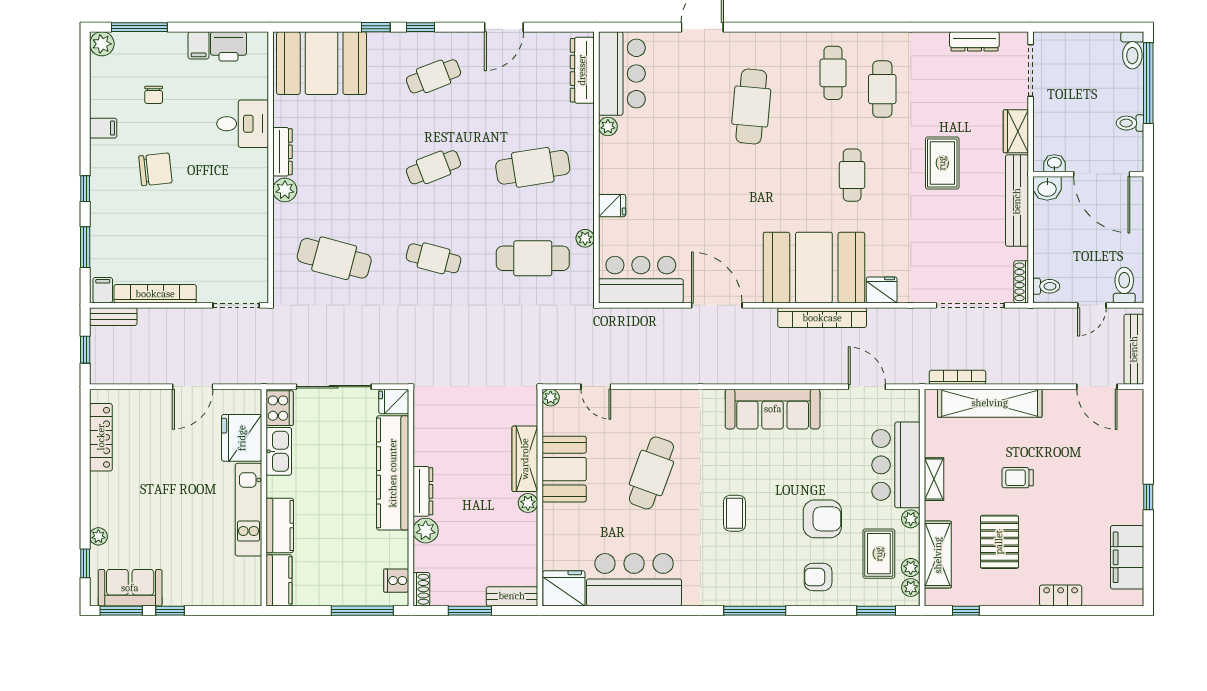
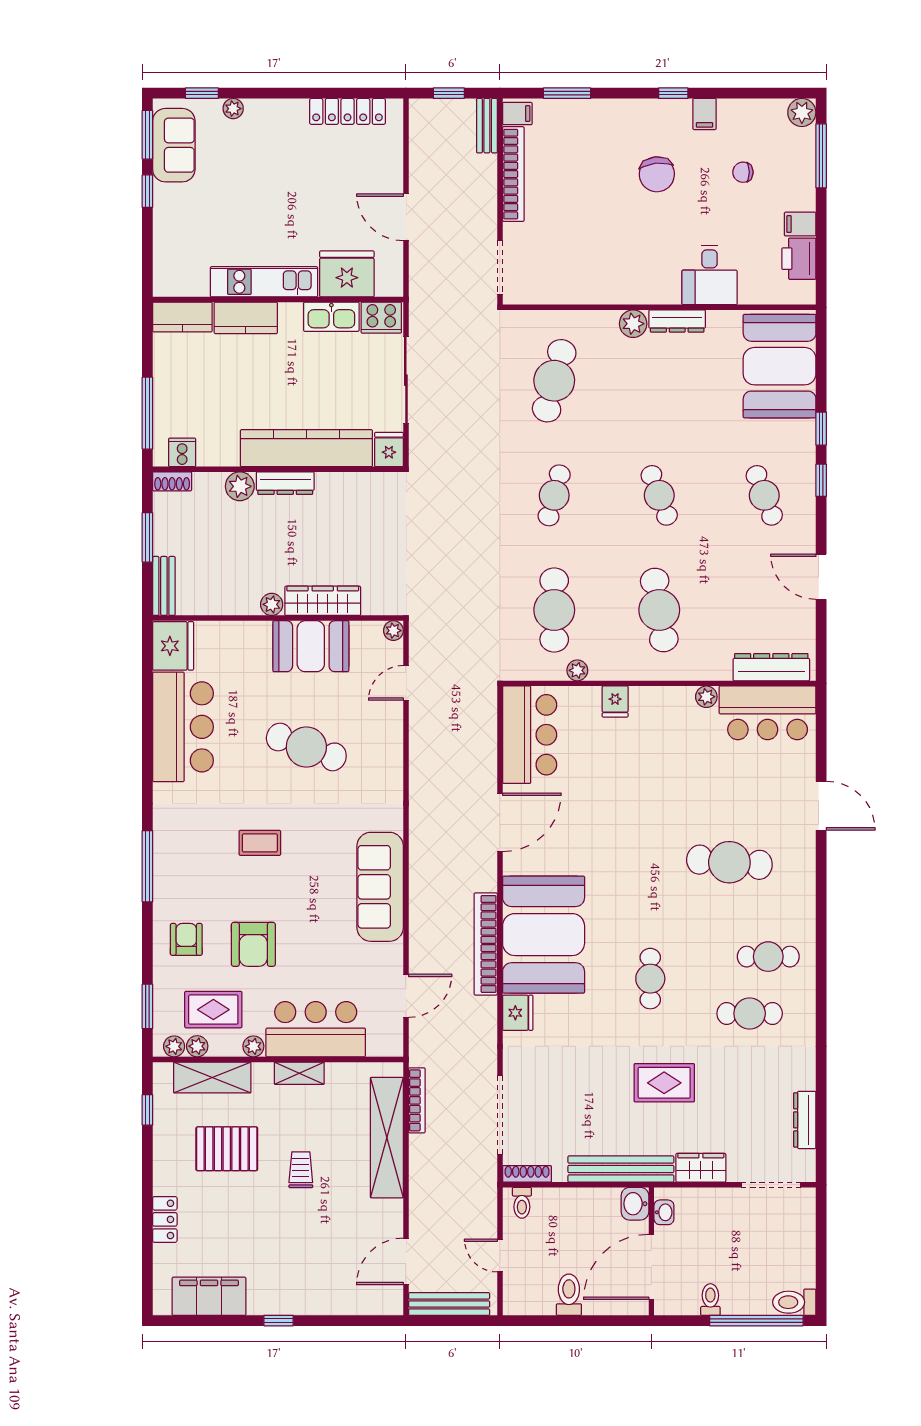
cafe table: (852, 175) -> (650, 979), turned 90
window: (85, 189) -> (673, 93), moved
toilet: (1124, 285) -> (569, 1295), moved, turned -90

